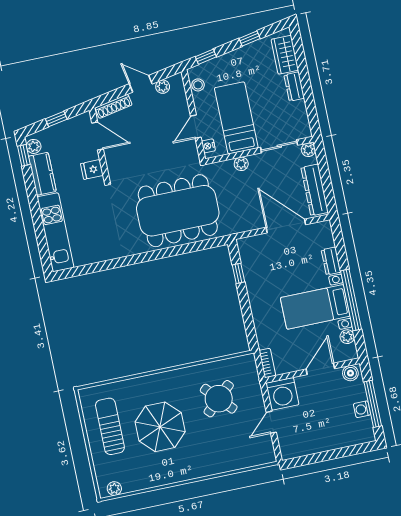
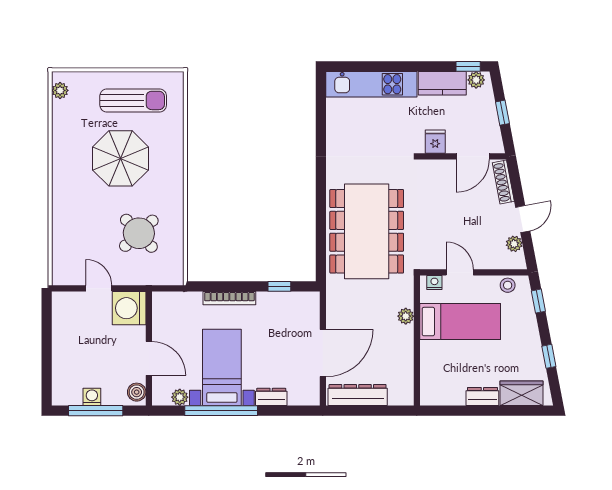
sliding door: (279, 146) -> (417, 365), removed
plant: (308, 150) -> (406, 397), removed
bookcase: (267, 363) -> (229, 298), moved, width x1.56

